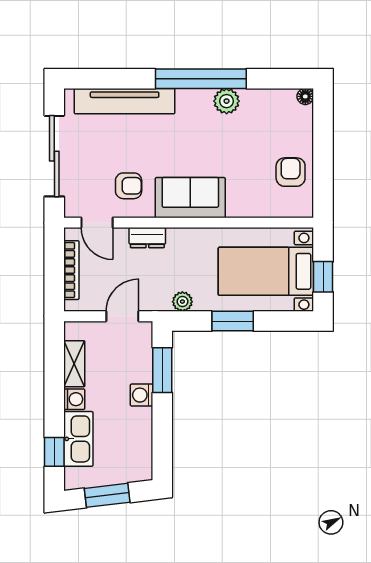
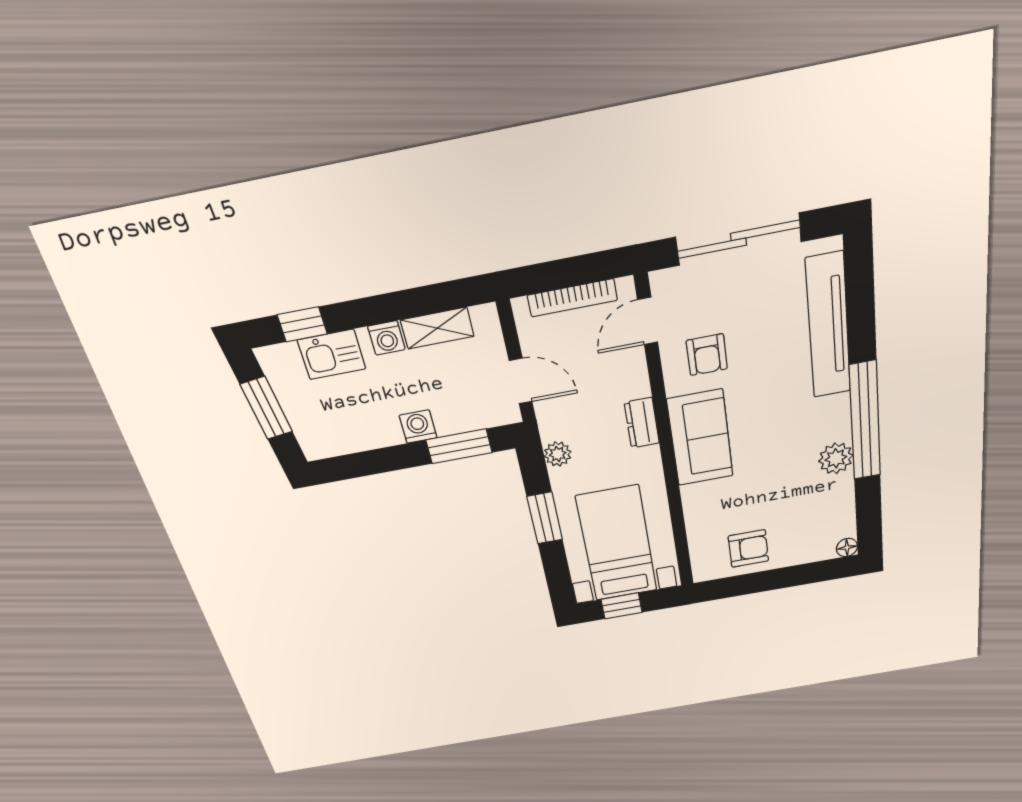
dresser: (147, 238) -> (642, 423), moved
kitchen sink: (78, 439) -> (332, 355), width x0.73

